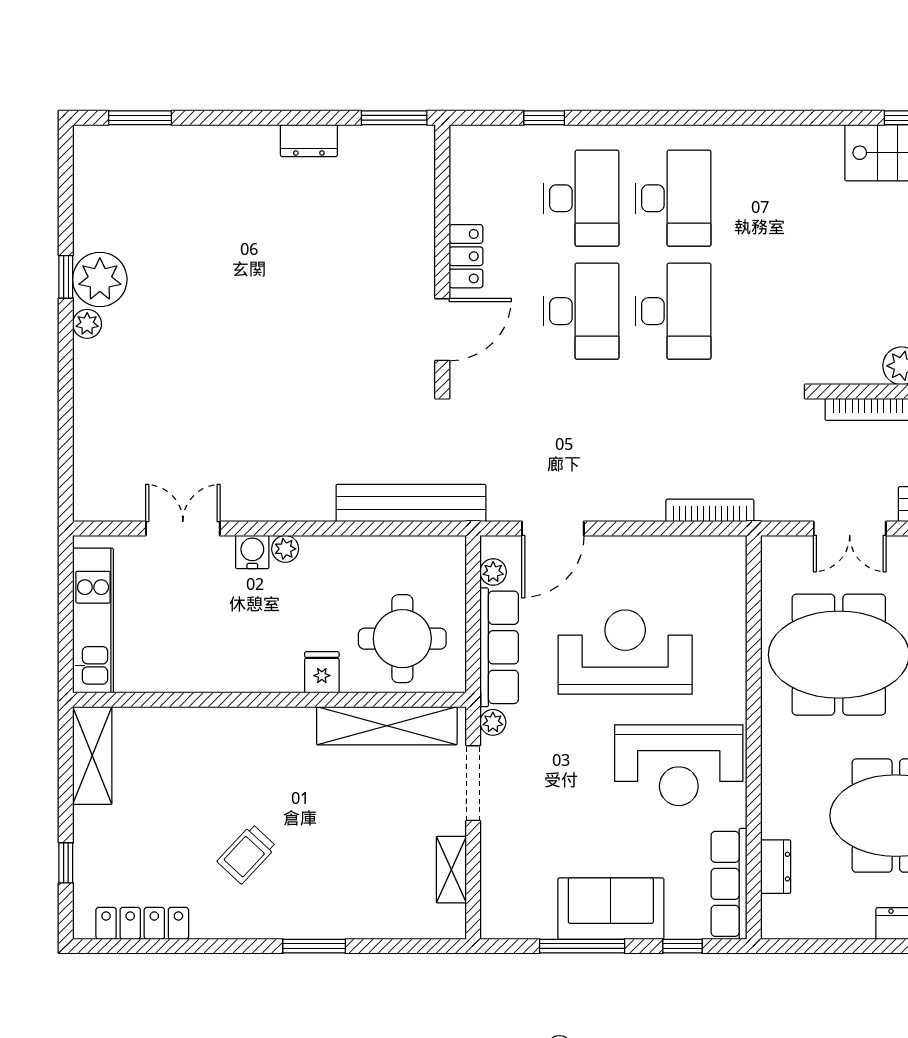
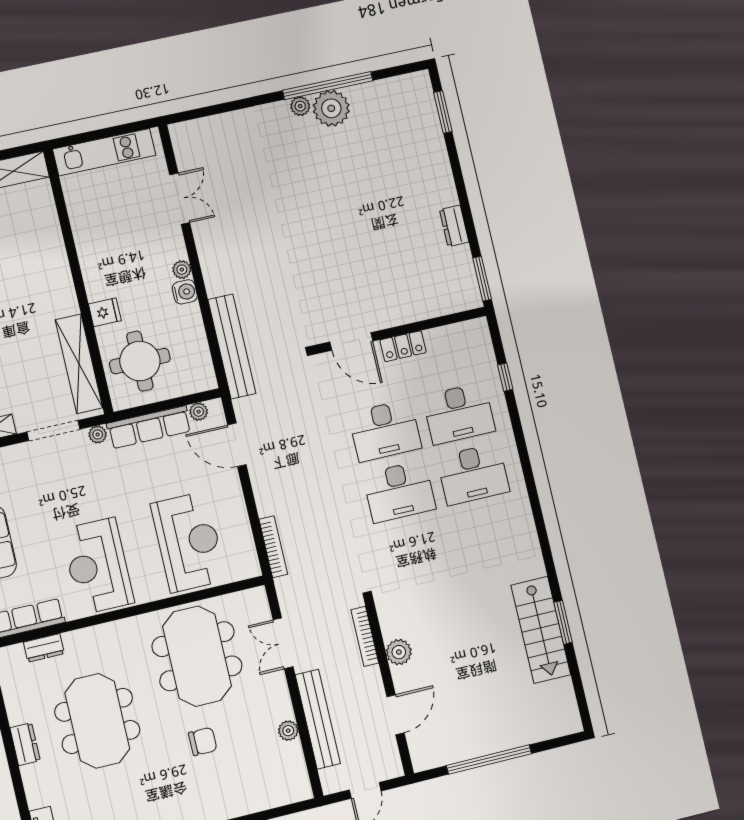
window: (66, 277) -> (328, 86), width x3.17
water cooler: (252, 552) -> (185, 292), moved
reception desk: (625, 652) -> (189, 542), moved

